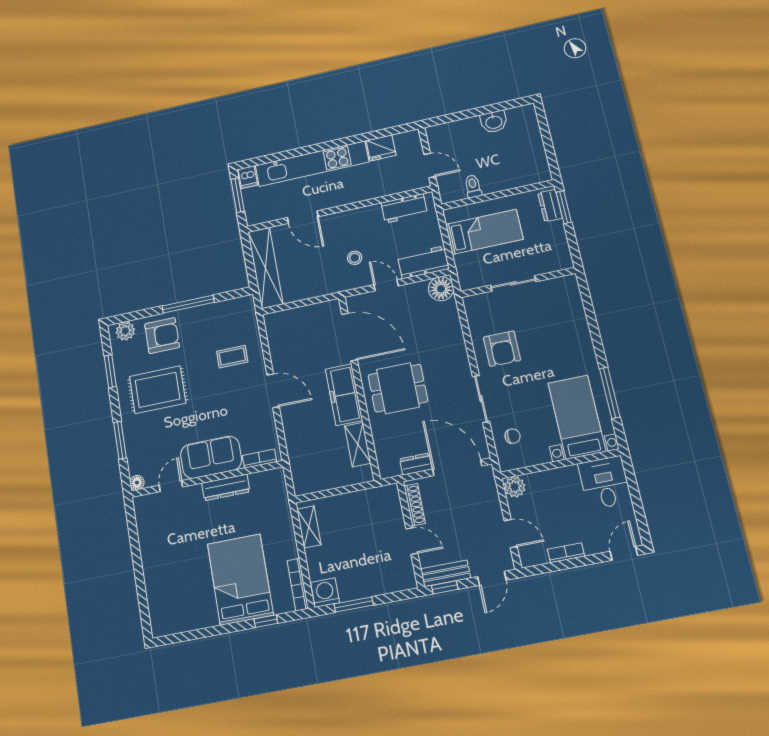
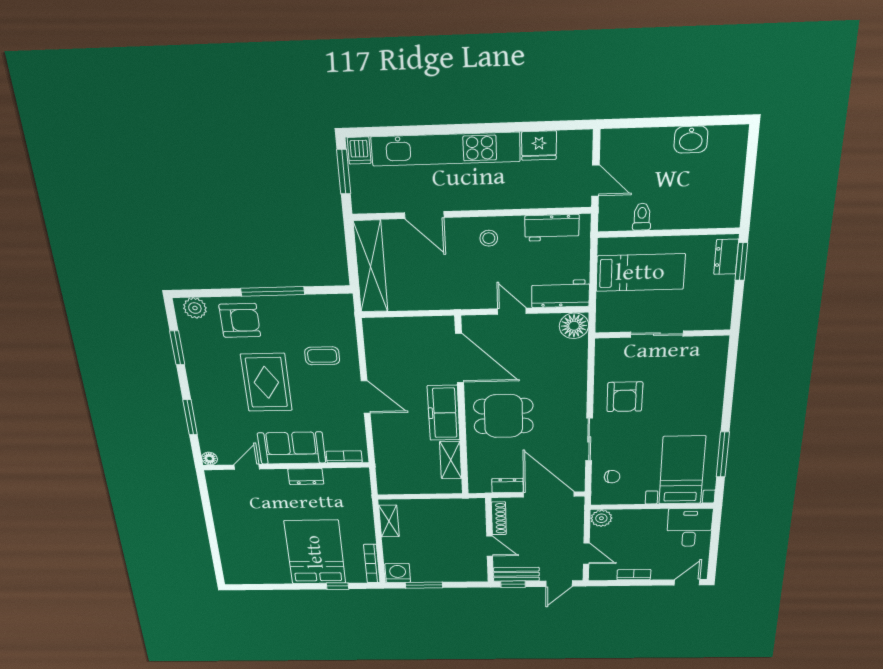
stool: (355, 258) -> (489, 238), moved
rug: (158, 390) -> (266, 382), moved, turned 90
dresser: (226, 487) -> (306, 477), width x0.70

